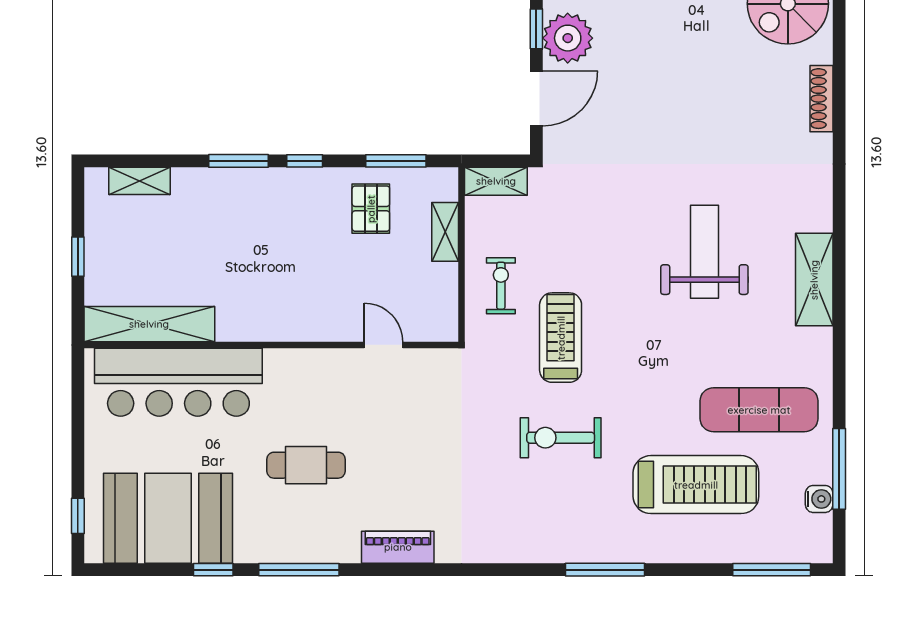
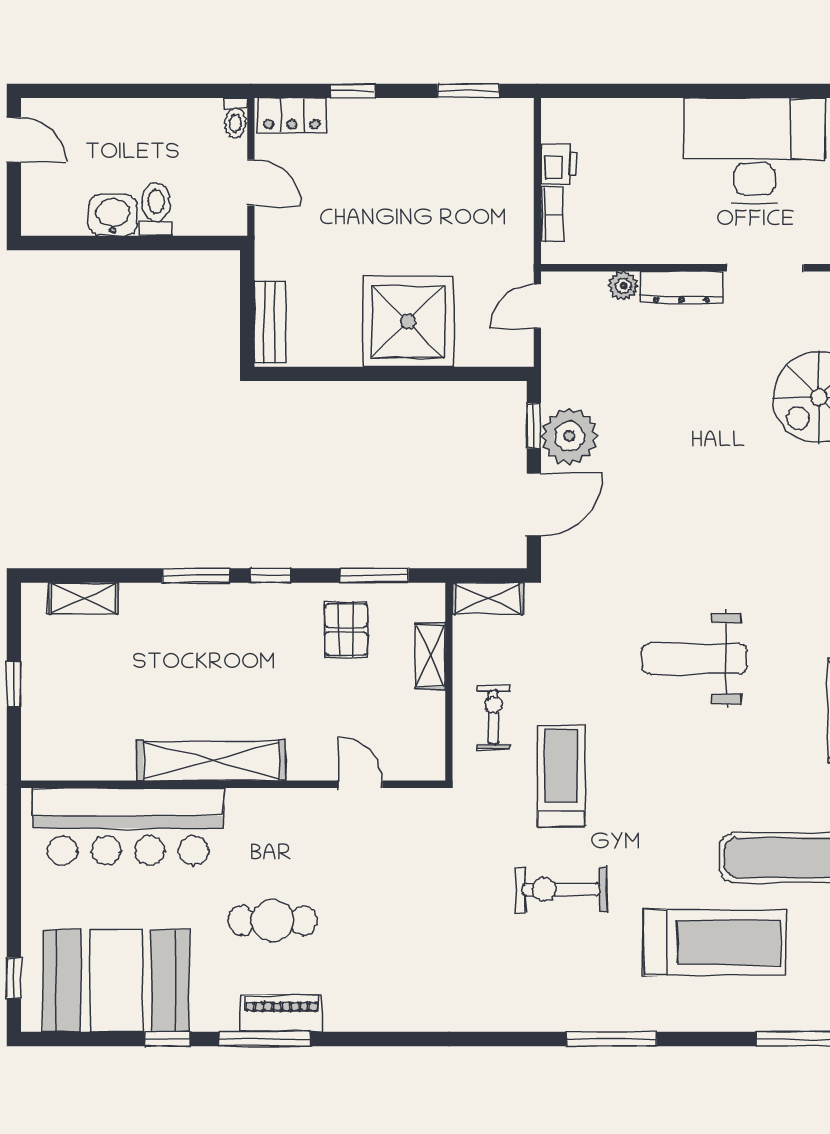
weight bench: (704, 252) -> (695, 659), moved, turned -90
shelving: (149, 324) -> (211, 761), moved
piano: (398, 547) -> (282, 1014), moved

